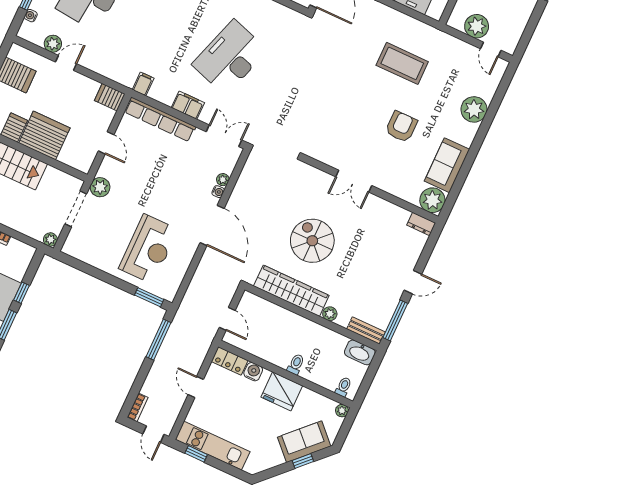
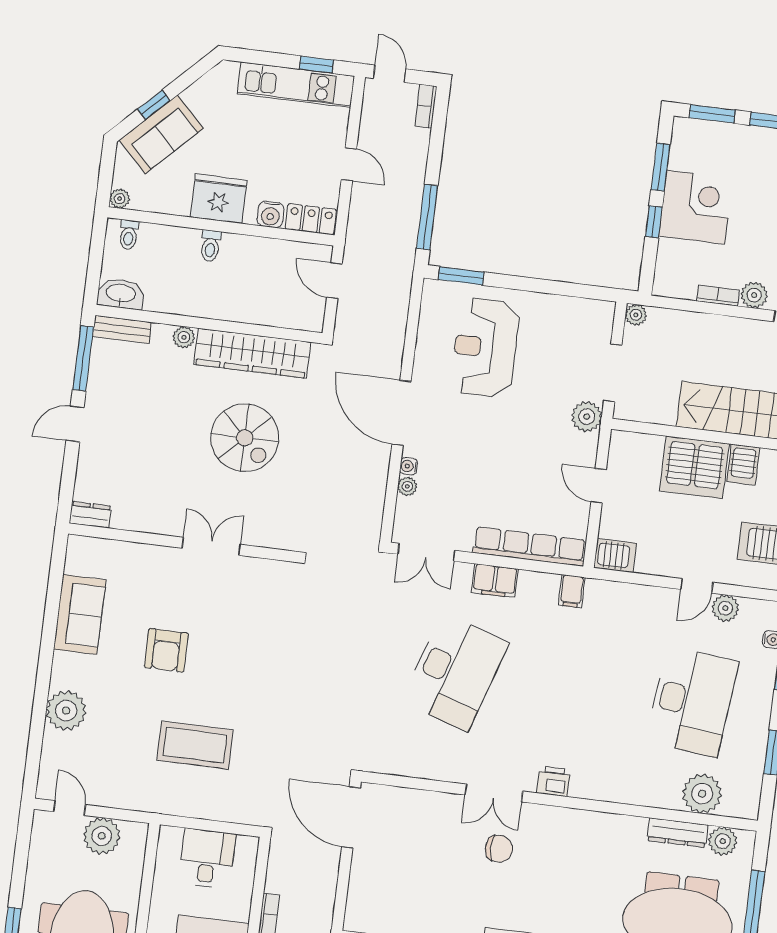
plant: (432, 200) -> (85, 555), removed

